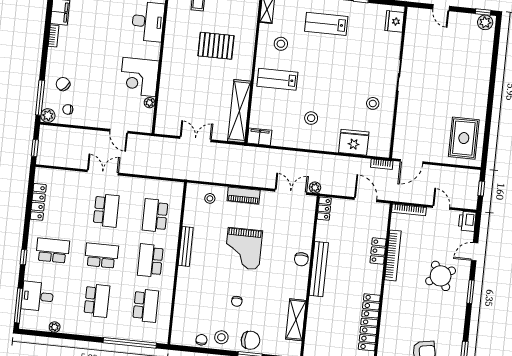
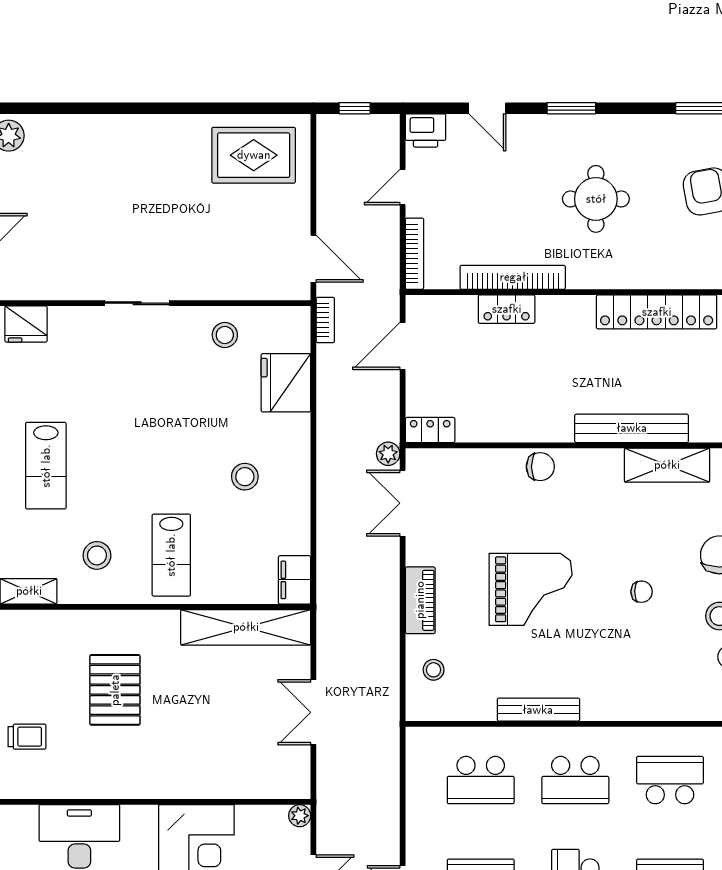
plant: (150, 103) -> (300, 816), moved
stool: (373, 103) -> (225, 335), moved
bench: (319, 269) -> (632, 428), moved
round table: (441, 276) -> (596, 199), moved, turned 31

